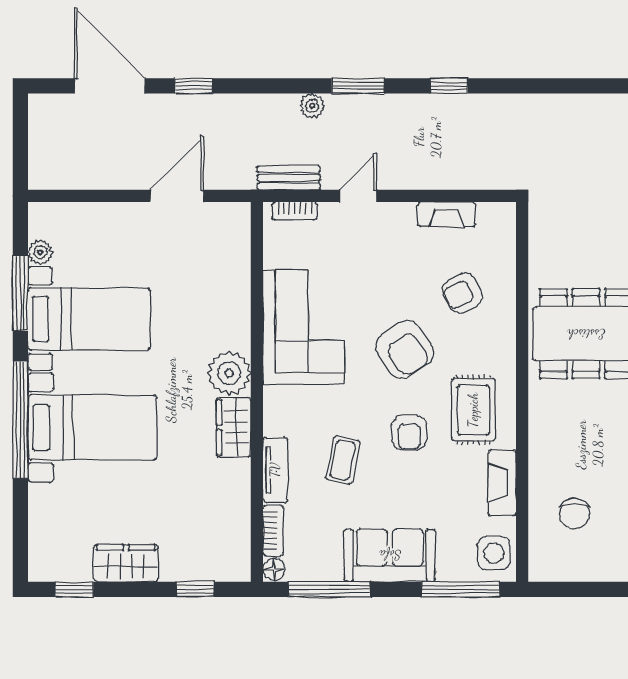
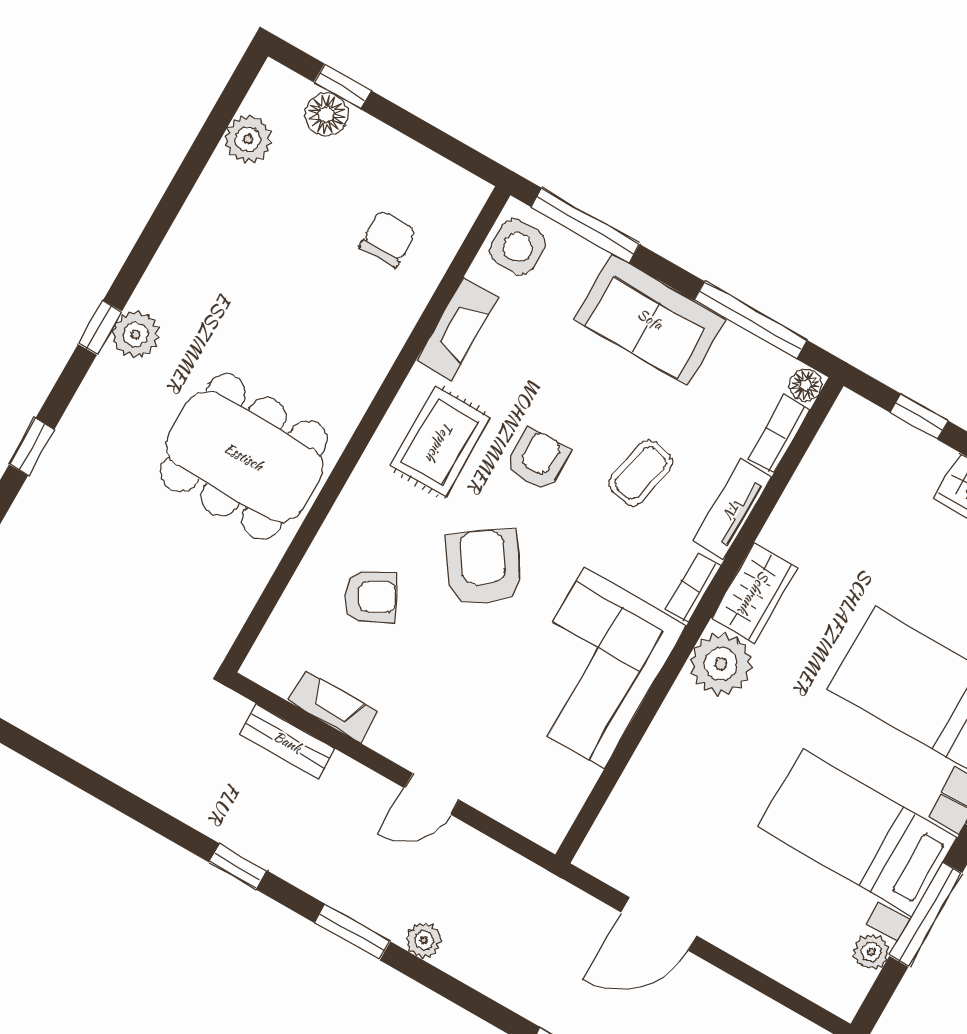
bench: (289, 178) -> (288, 742), moved
bookcase: (295, 211) -> (693, 588), moved, turned -90

